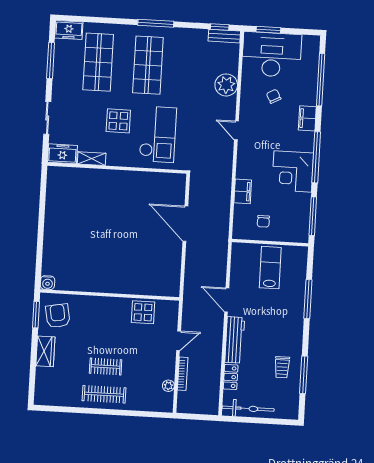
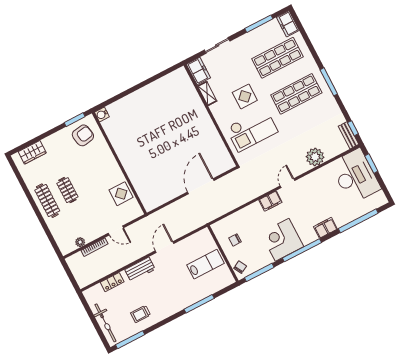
chair: (274, 96) -> (240, 267), moved
filing cabinet: (243, 191) -> (270, 201), moved
workbench: (235, 340) -> (140, 269), width x0.73
wardrobe: (45, 351) -> (32, 152), moved
window: (304, 375) -> (130, 340), moved
bicycle: (248, 409) -> (105, 323), moved

